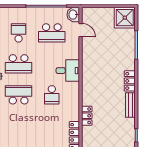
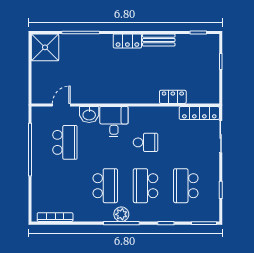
washbasin: (73, 15) -> (89, 115), moved
school desk: (19, 33) -> (186, 186), moved, width x1.85

